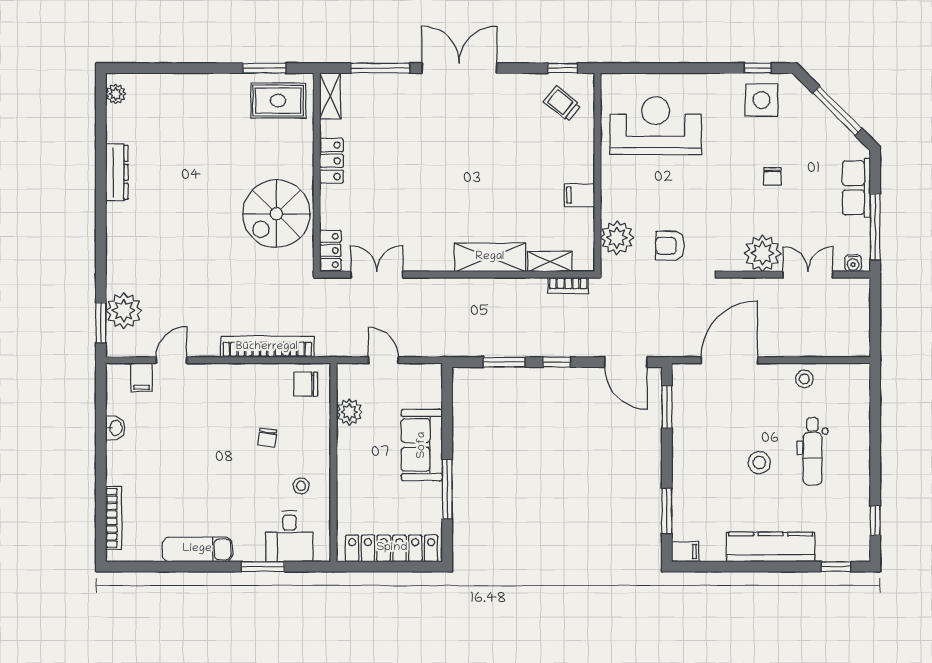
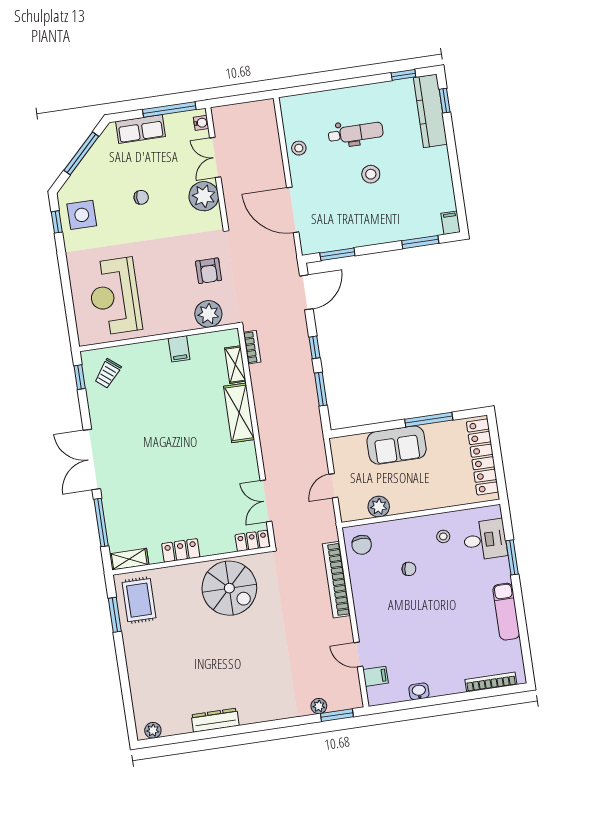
plant: (124, 311) -> (319, 706), width x0.53, depth x0.53
kitchen counter: (771, 547) -> (430, 111), moved

